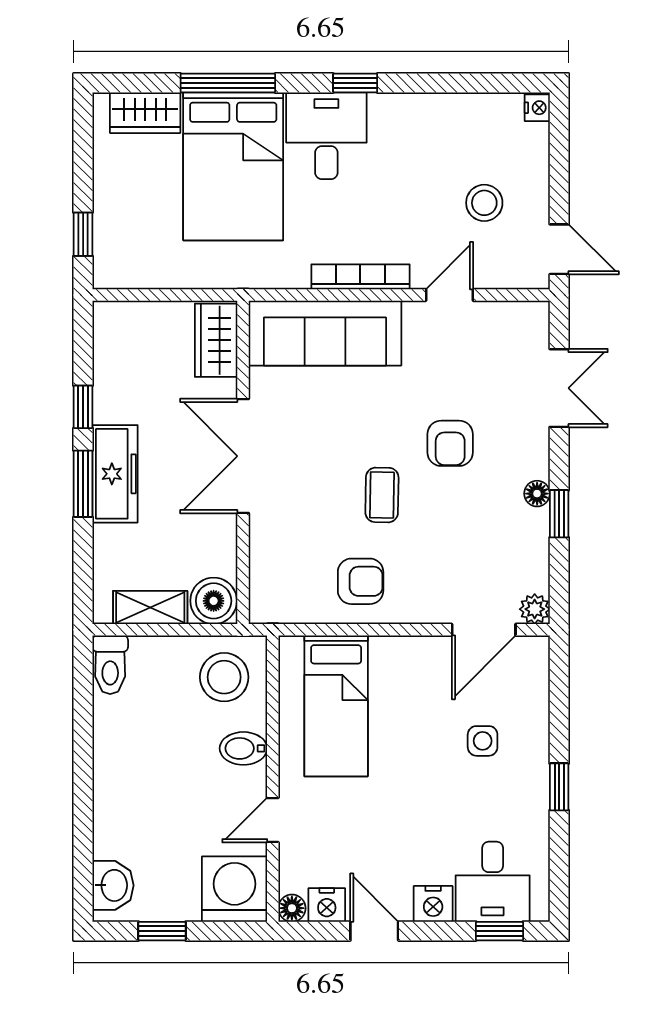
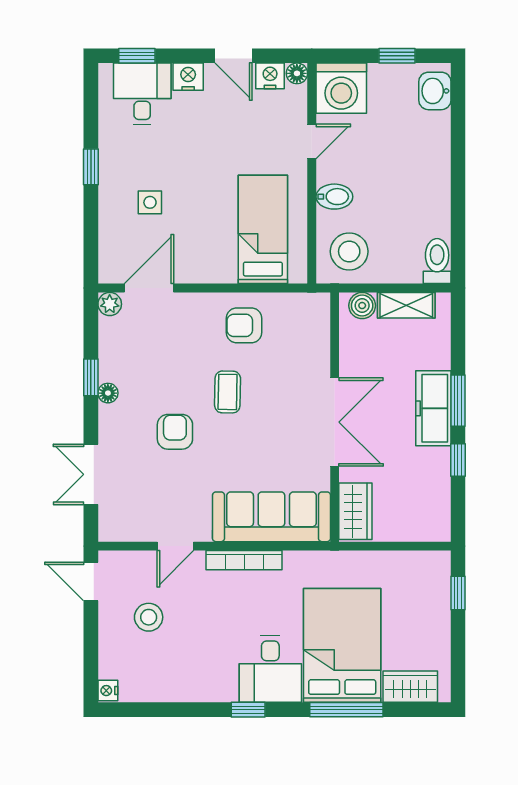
boiler: (214, 601) -> (362, 306), width x0.73, depth x0.73

